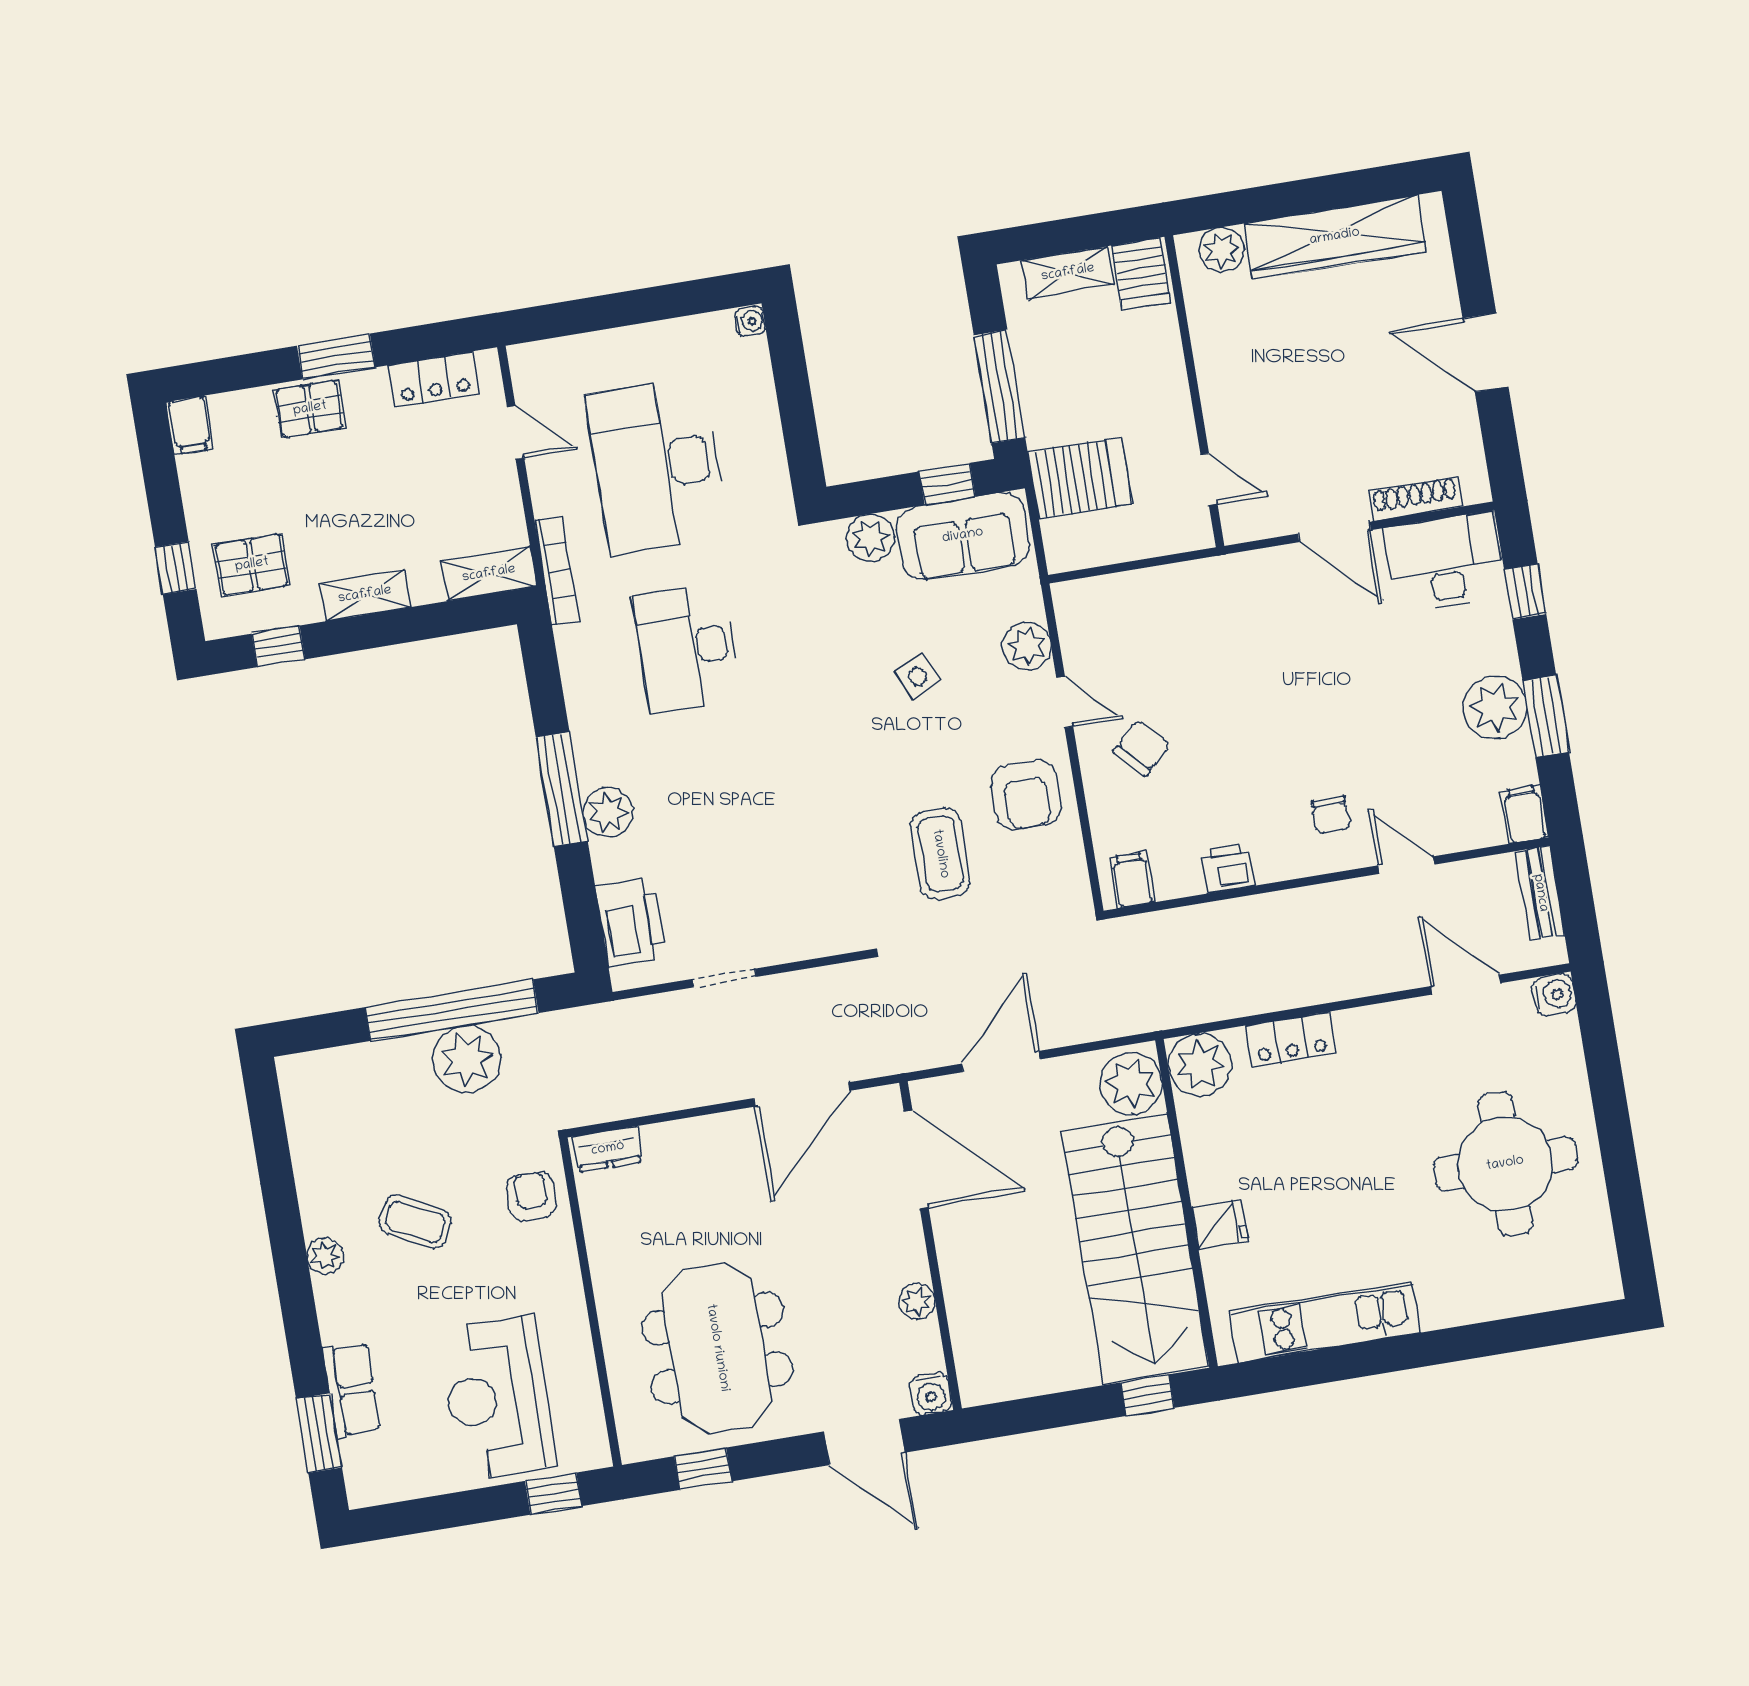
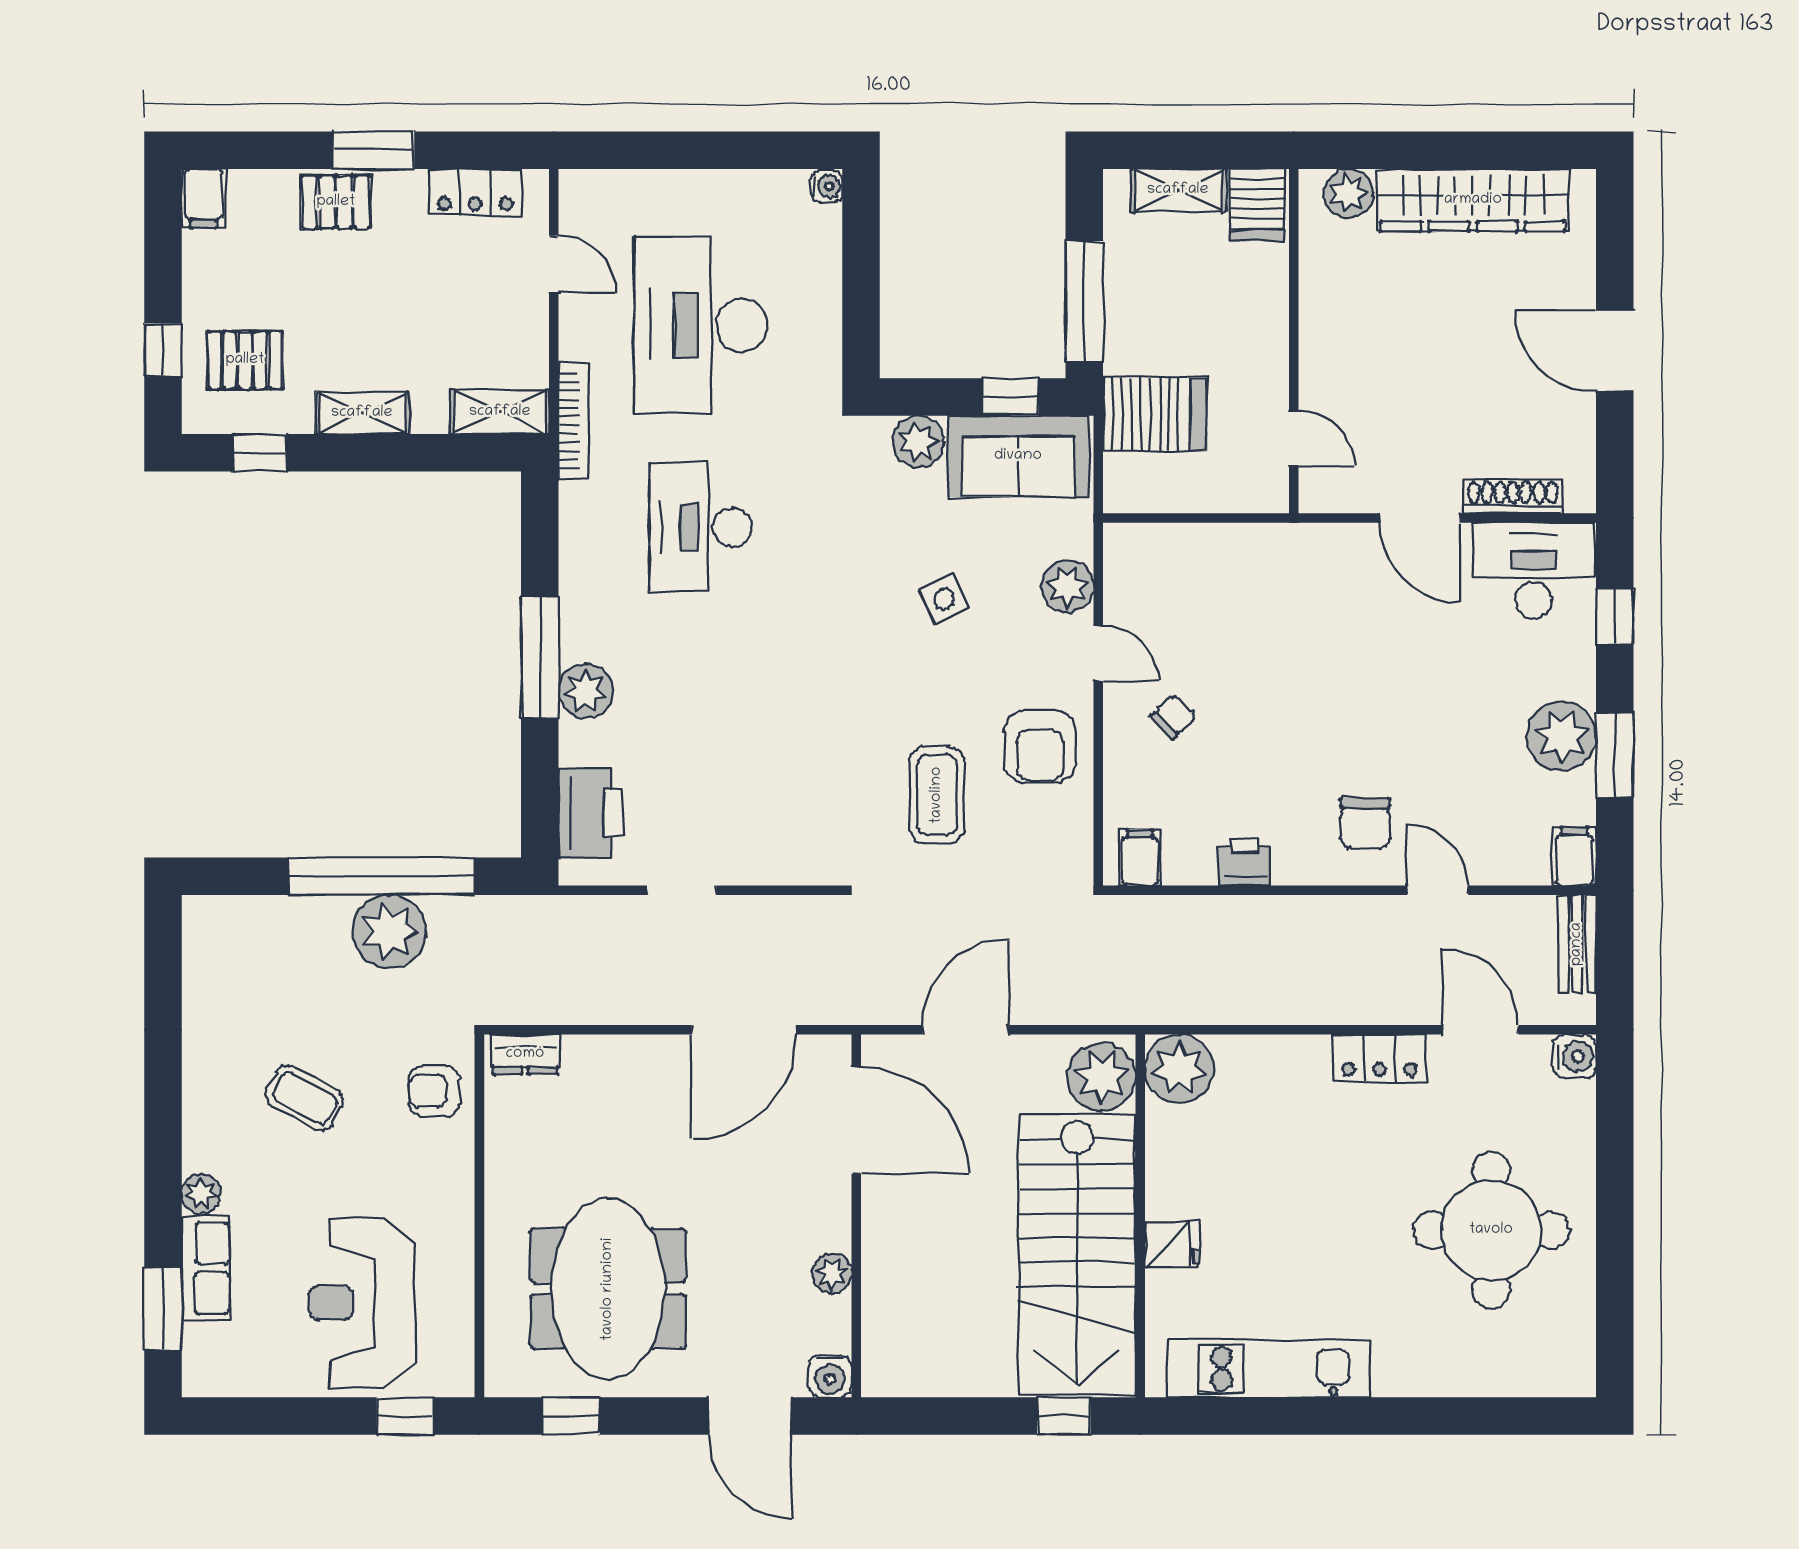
chair: (1142, 748) -> (1173, 717), width x0.73, depth x0.73
chair: (1331, 815) -> (1365, 823), width x1.37, depth x1.37
locker: (1291, 1039) -> (1379, 1058), moved
armchair: (531, 1196) -> (434, 1091), turned -90
plant: (325, 1256) -> (201, 1194), moved

